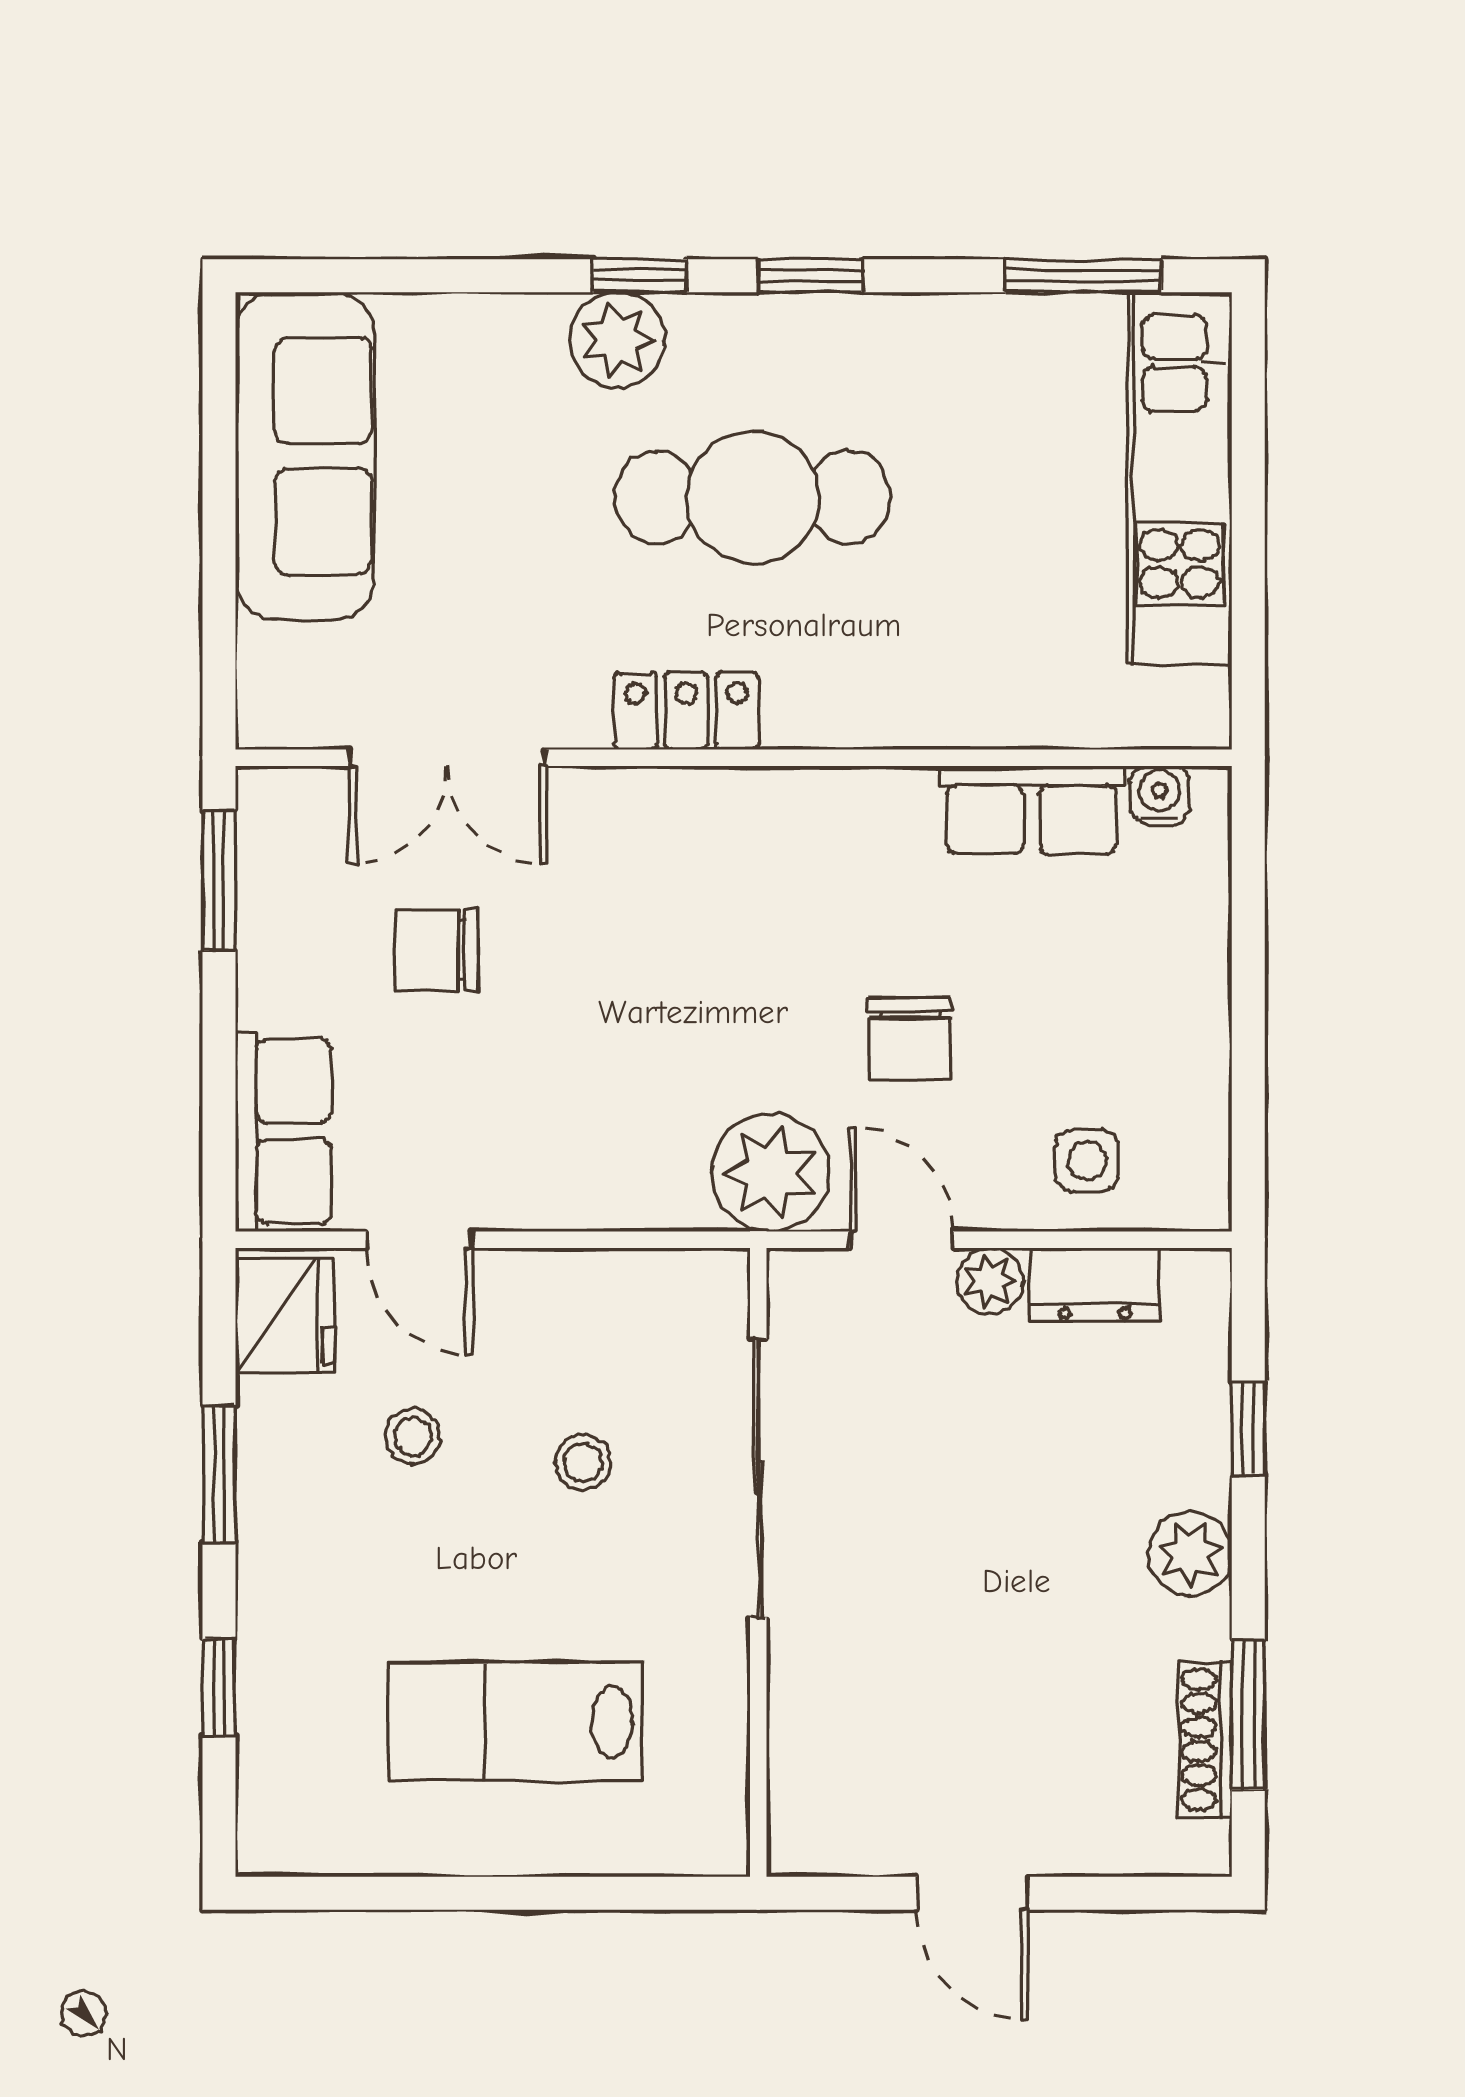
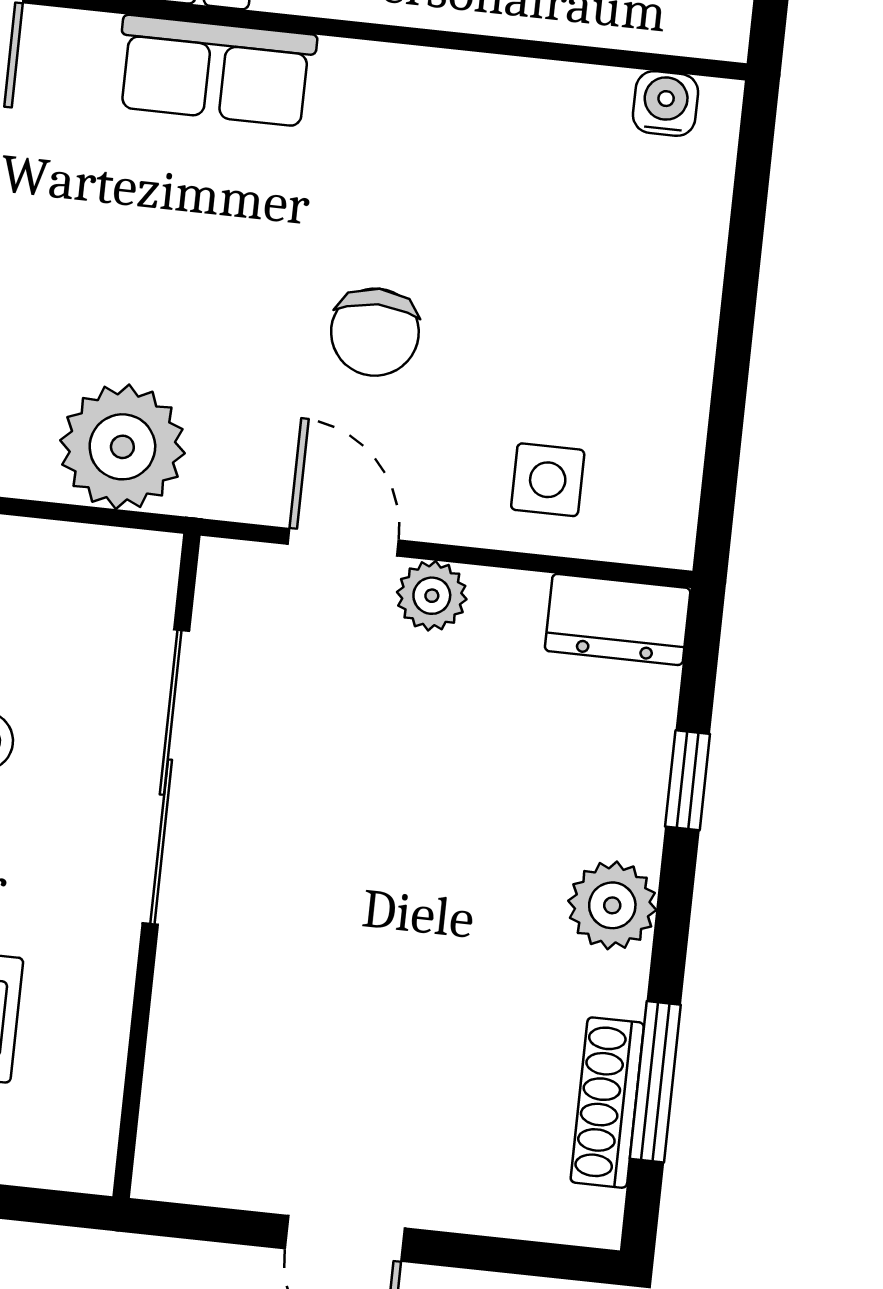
row of seats: (1032, 810) -> (216, 71), moved
plant: (771, 1172) -> (122, 447), moved
dresser: (1095, 1285) -> (618, 619), moved

